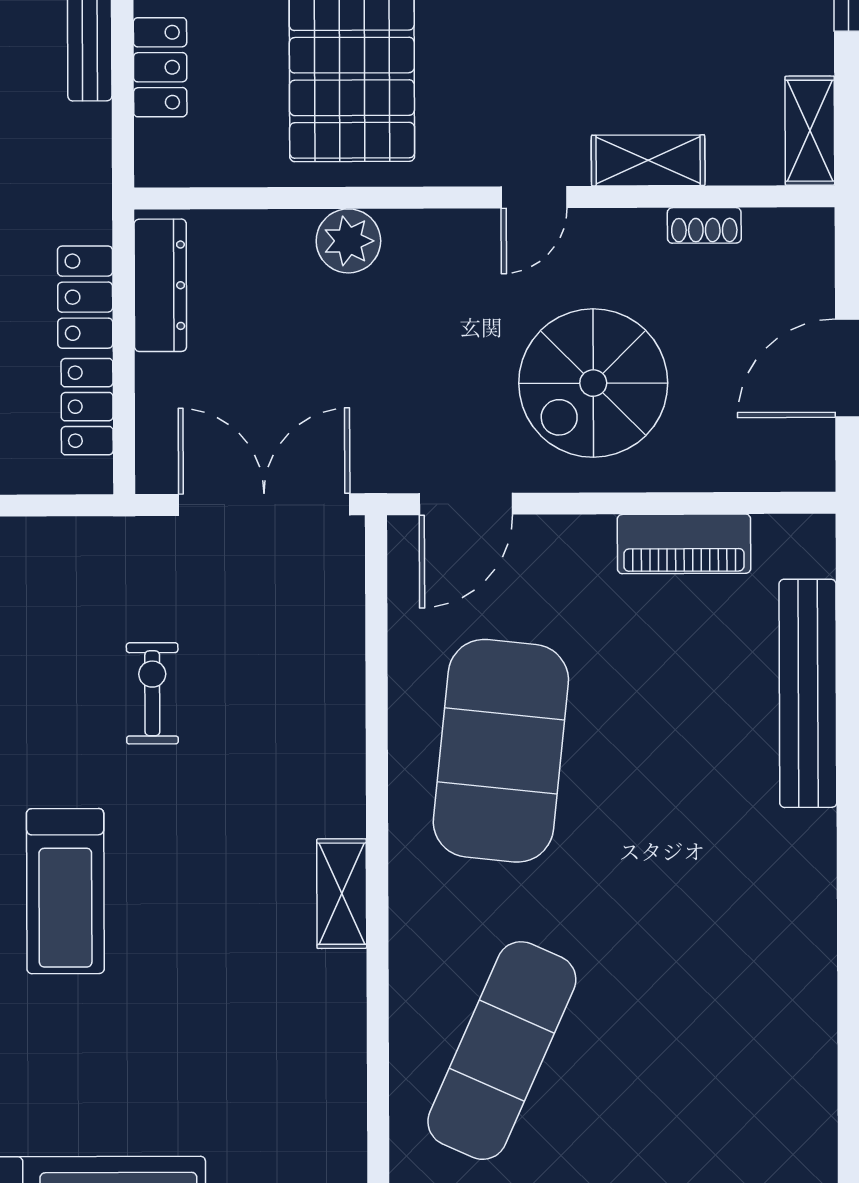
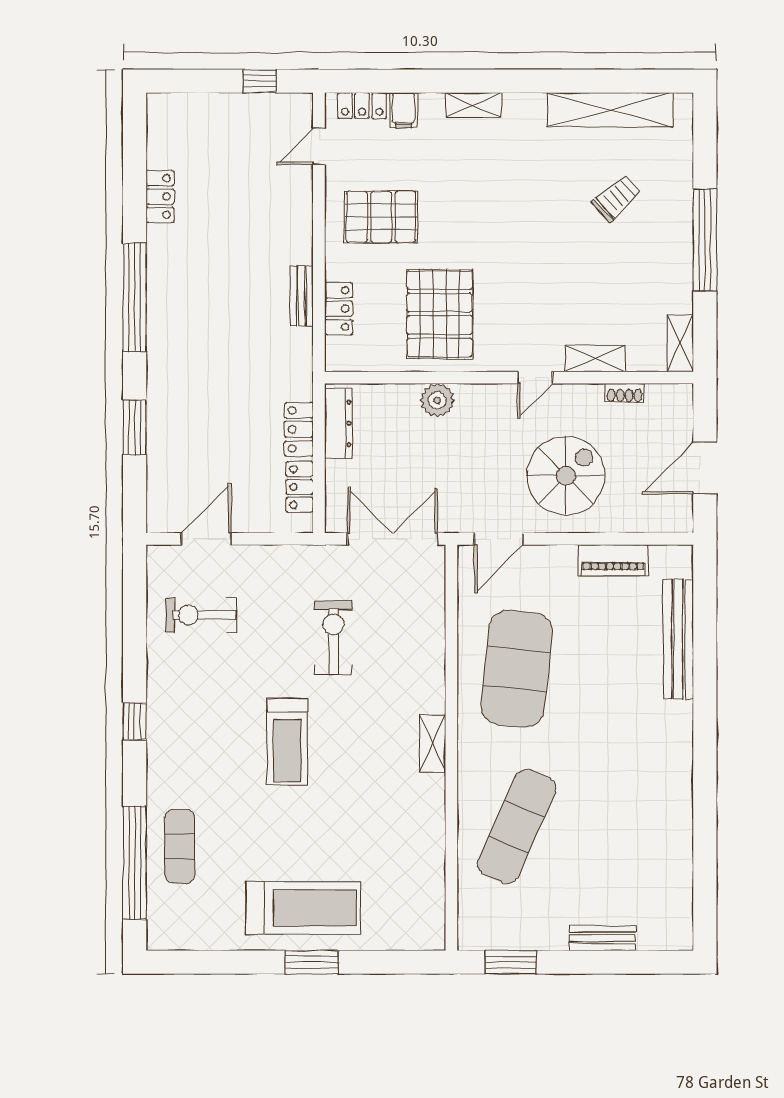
spiral stairs: (593, 383) -> (566, 476), turned 180
exercise bike: (152, 693) -> (333, 638), width x1.38, depth x1.39

